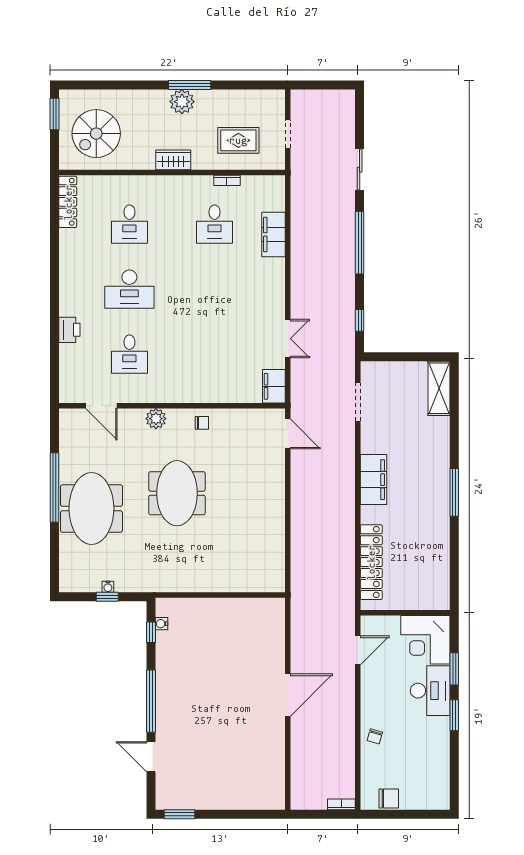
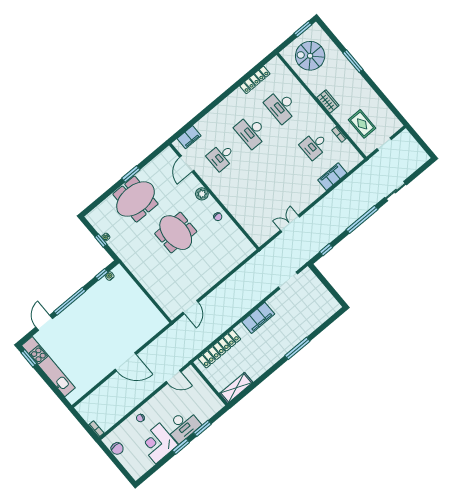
window: (190, 85) -> (353, 61), moved
plant: (182, 102) -> (358, 83), removed
locker: (68, 202) -> (255, 80), moved
desk: (129, 224) -> (281, 106), width x1.37
printer: (69, 330) -> (209, 120), removed
double door: (288, 339) -> (290, 224), swing flipped
filing cabinet: (274, 386) -> (189, 137), moved, turned 180
shelving: (439, 388) -> (236, 388), moved
door: (288, 434) -> (191, 307), moved
window: (54, 488) -> (131, 174), width x0.47
window: (454, 492) -> (297, 348), moved
meeting table: (177, 493) -> (176, 233), turned 90
corner desk: (425, 640) -> (158, 443), moved
kitchen unit: (211, 798) -> (48, 367), added

